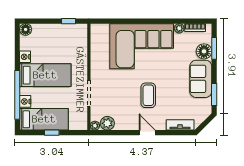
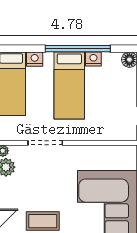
window: (17, 95) -> (78, 49), moved

